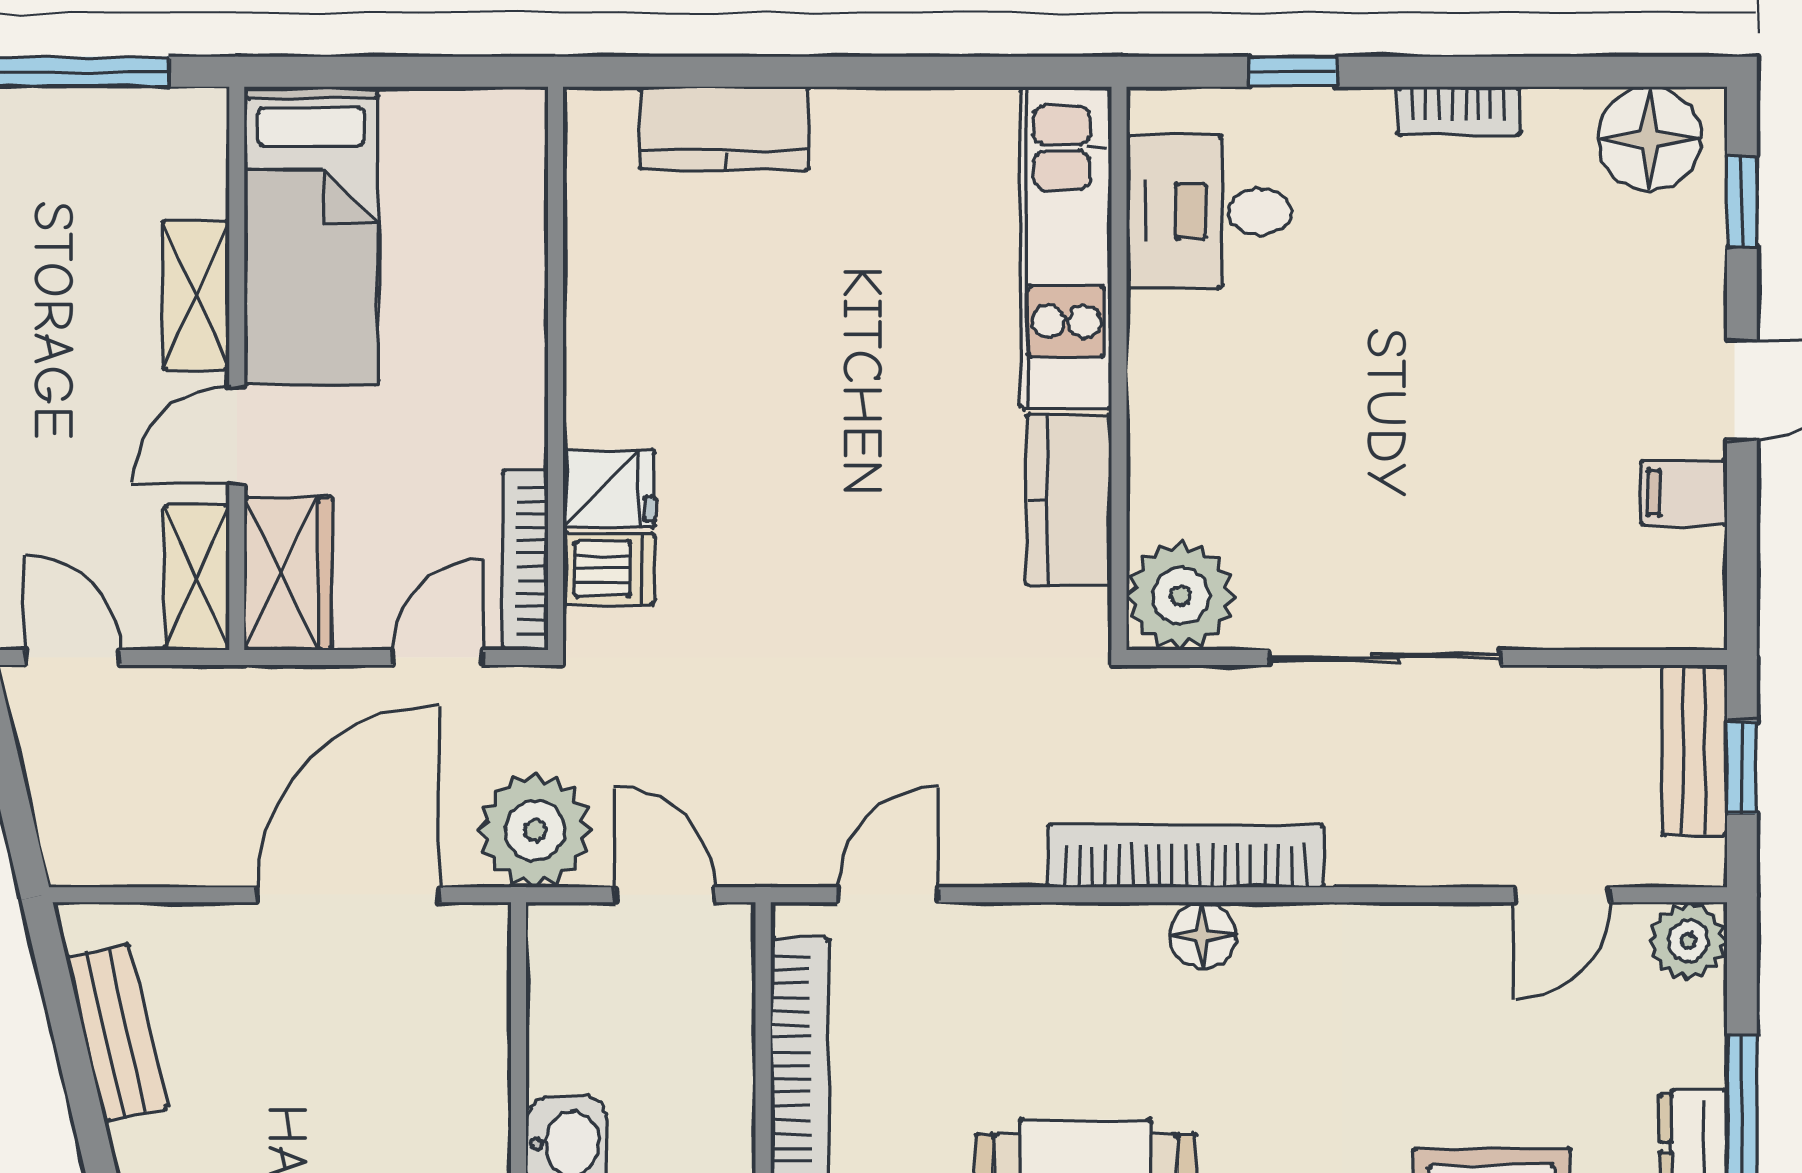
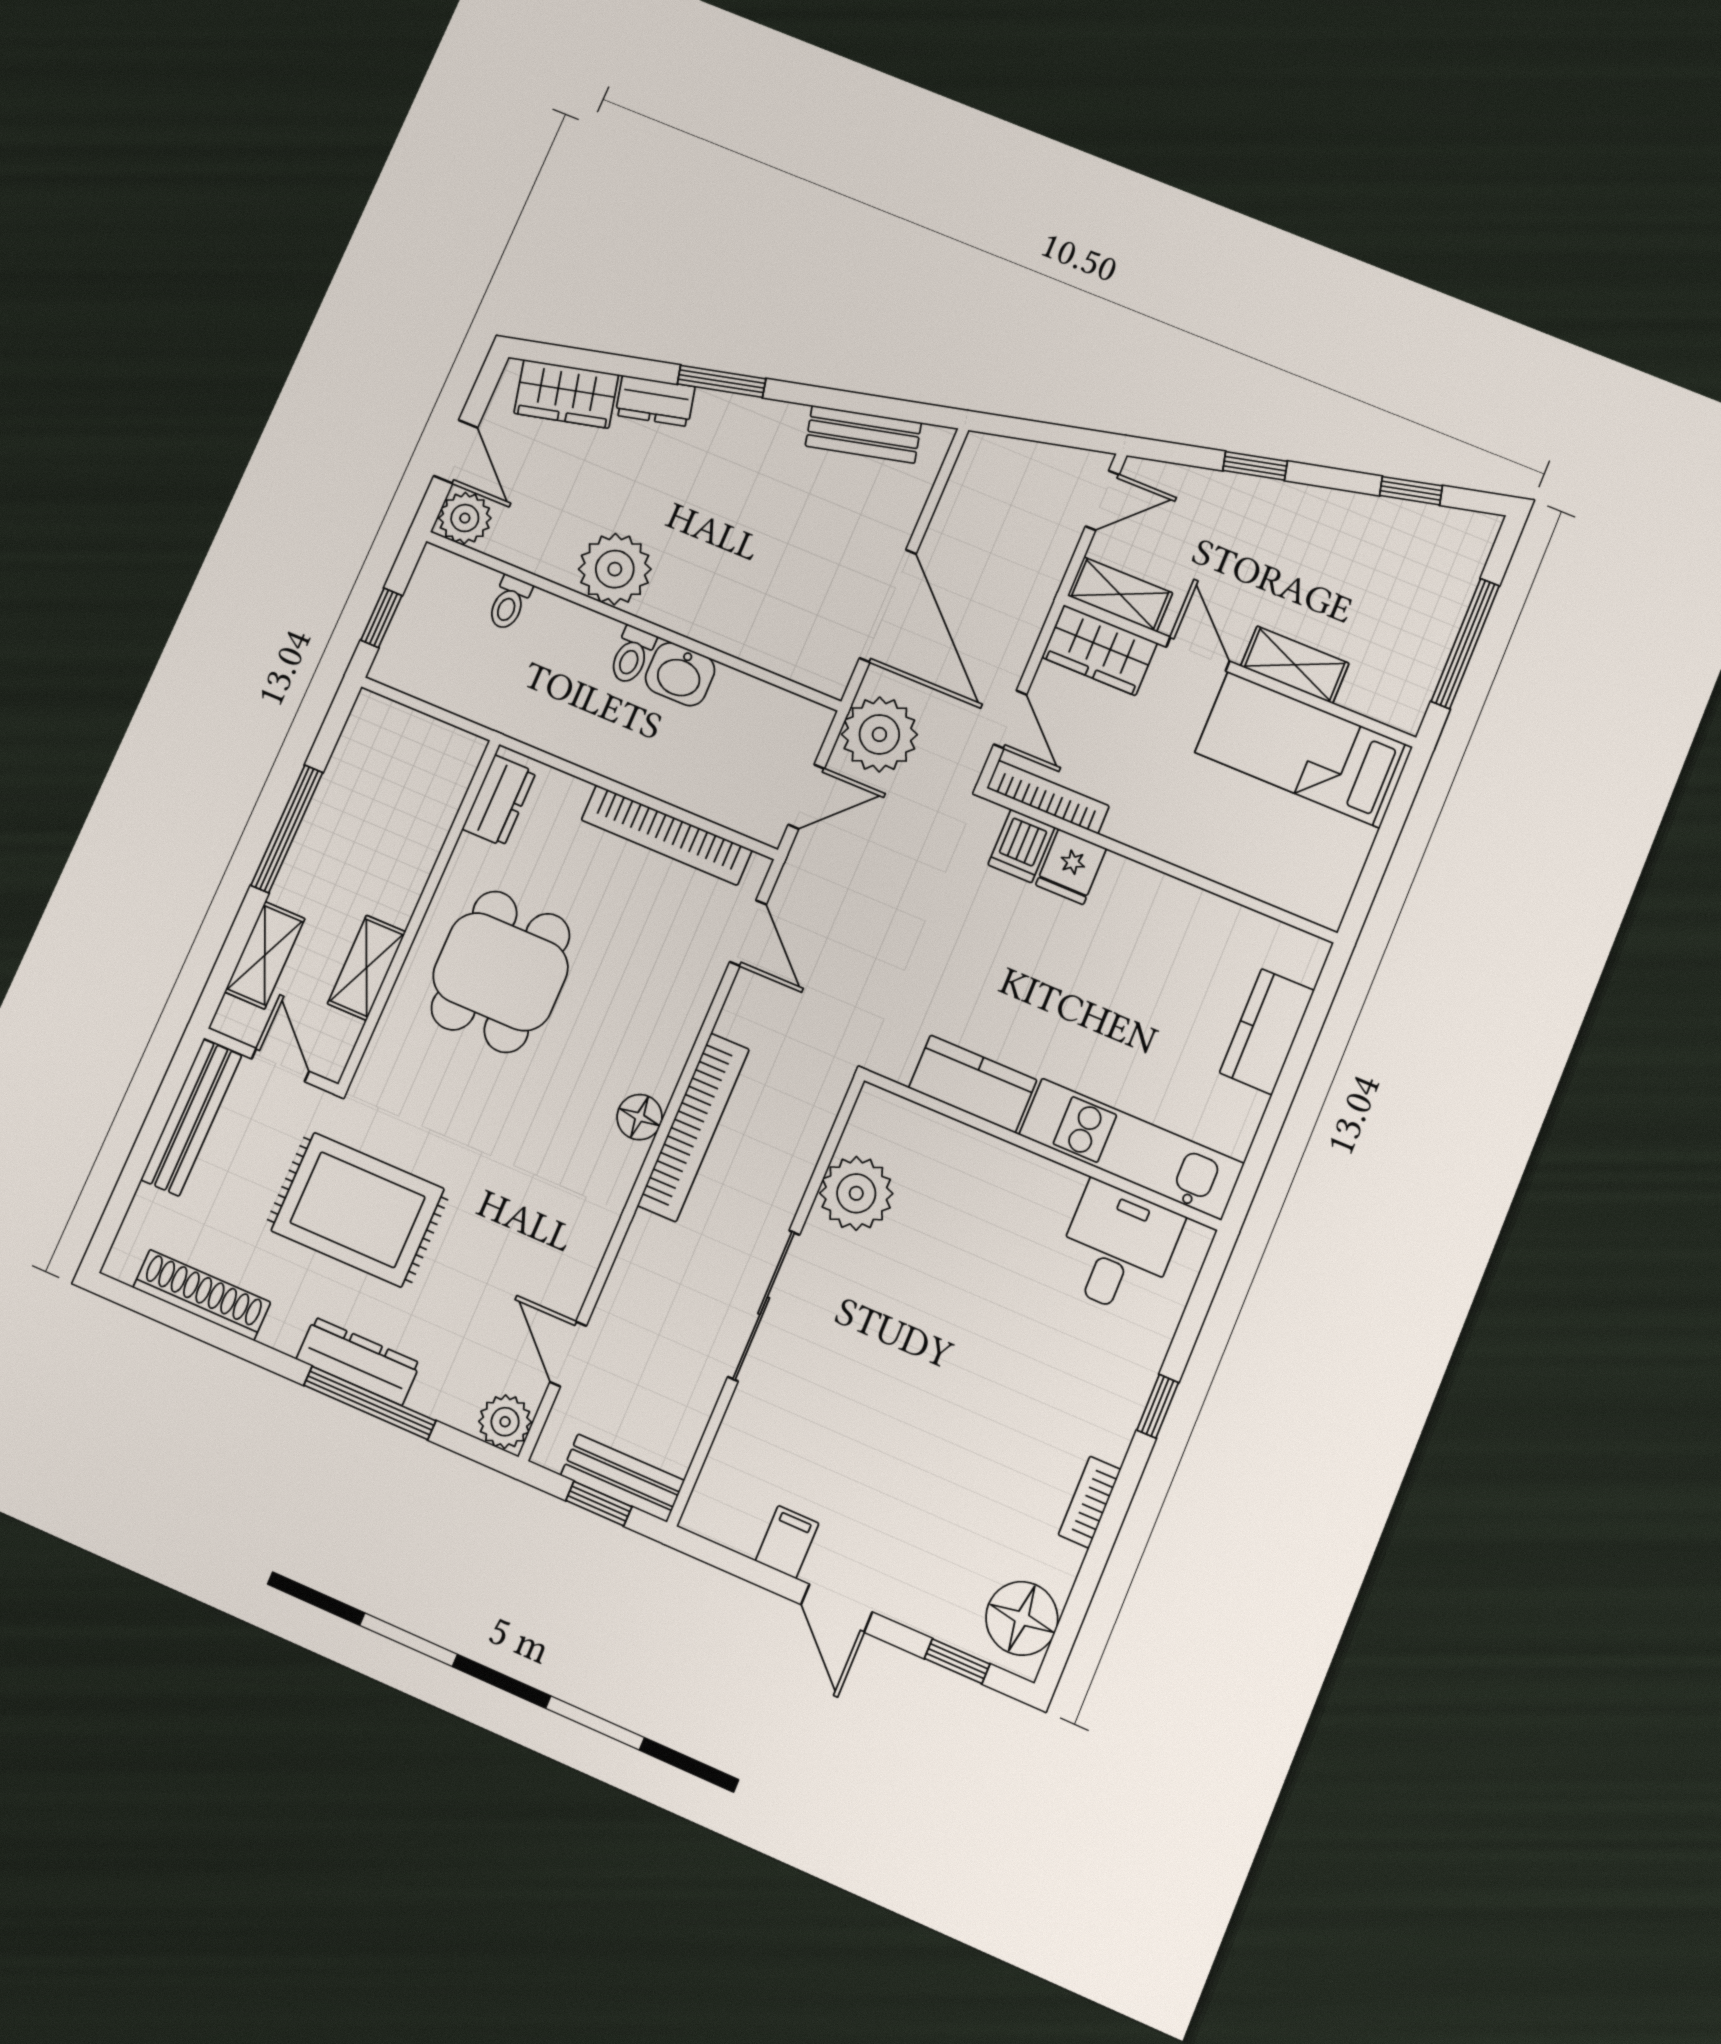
desk: (1209, 211) -> (1118, 1249), moved
kitchen unit: (1066, 247) -> (1131, 1149), moved
wall: (1119, 368) -> (1042, 1150), moved
kitchen counter: (1069, 500) -> (973, 1084), moved

